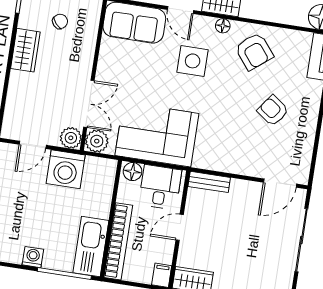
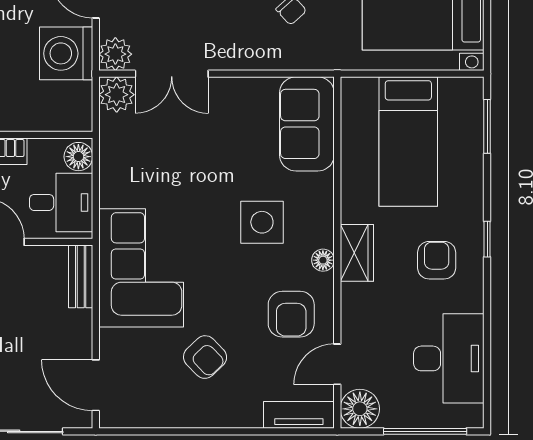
door: (180, 10) -> (337, 364), moved
armchair: (254, 51) -> (291, 314), turned -51
armchair: (273, 111) -> (205, 357), turned 100
corner sofa: (157, 134) -> (141, 268), moved

